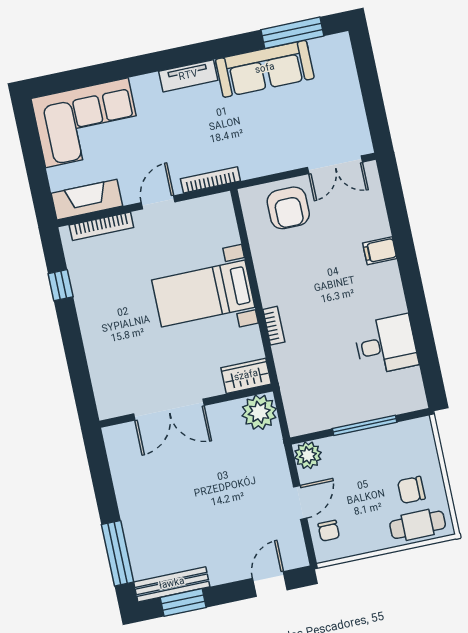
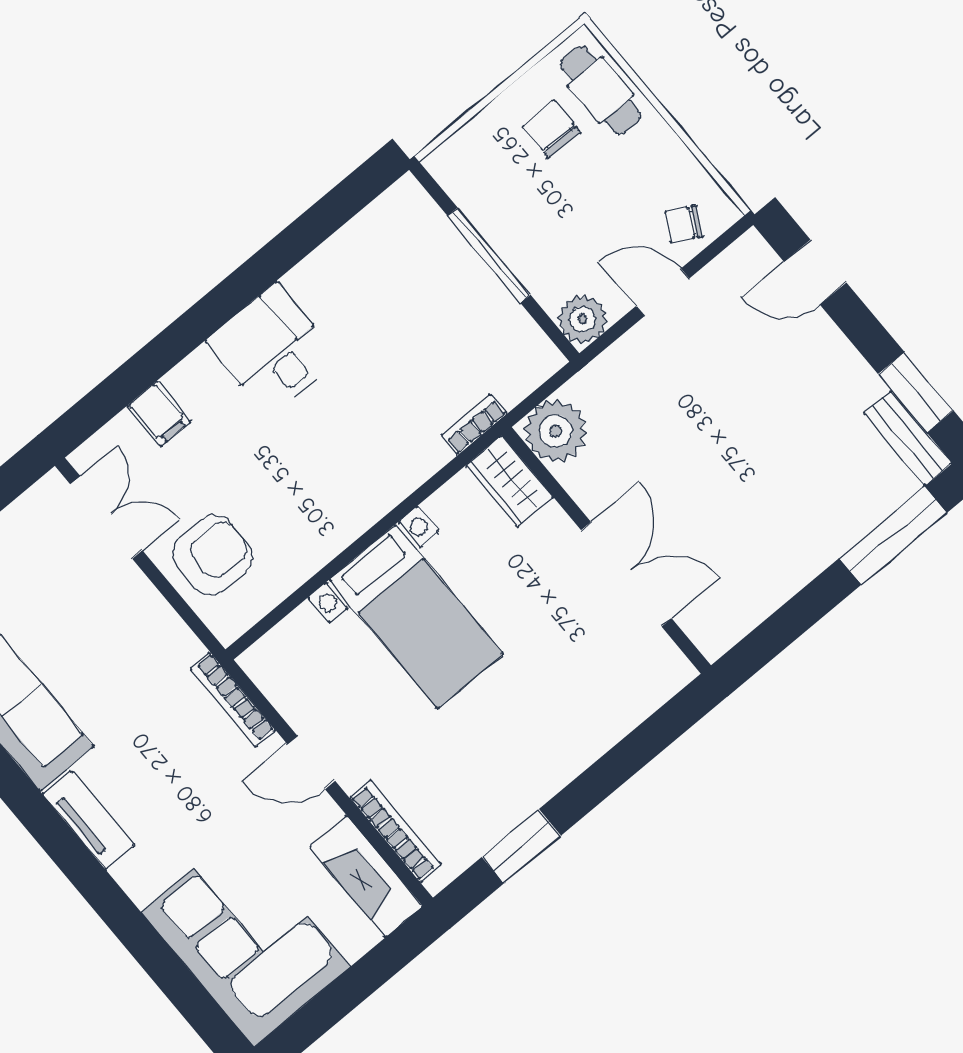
filing cabinet: (380, 251) -> (159, 414), moved
window: (61, 285) -> (521, 846), width x1.50
bookcase: (274, 326) -> (474, 424), moved
desk: (386, 345) -> (273, 349), moved
chair: (411, 490) -> (551, 129), turned 180
chair: (329, 531) -> (683, 224), turned -151
bench: (172, 584) -> (908, 438), width x0.73

